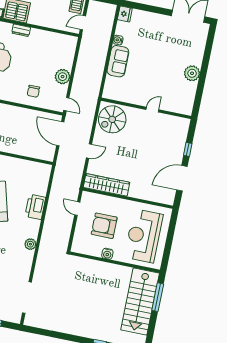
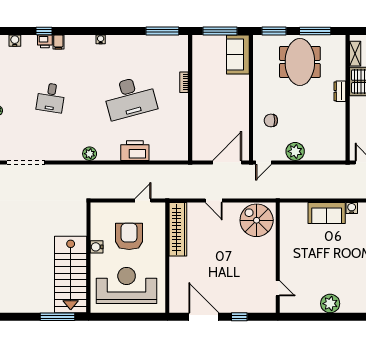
door: (152, 110) -> (278, 288), moved
stairs: (140, 301) -> (71, 275), moved, turned -90

